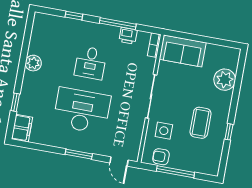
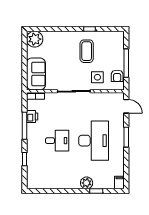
plant: (33, 63) -> (87, 183), moved
plant: (225, 80) -> (35, 39), moved
desk: (82, 111) -> (94, 141), turned 180
coffee table: (201, 123) -> (87, 51), turned 90
filing cabinet: (22, 128) -> (119, 183), width x0.50
door: (119, 161) -> (126, 106), hinge flipped

